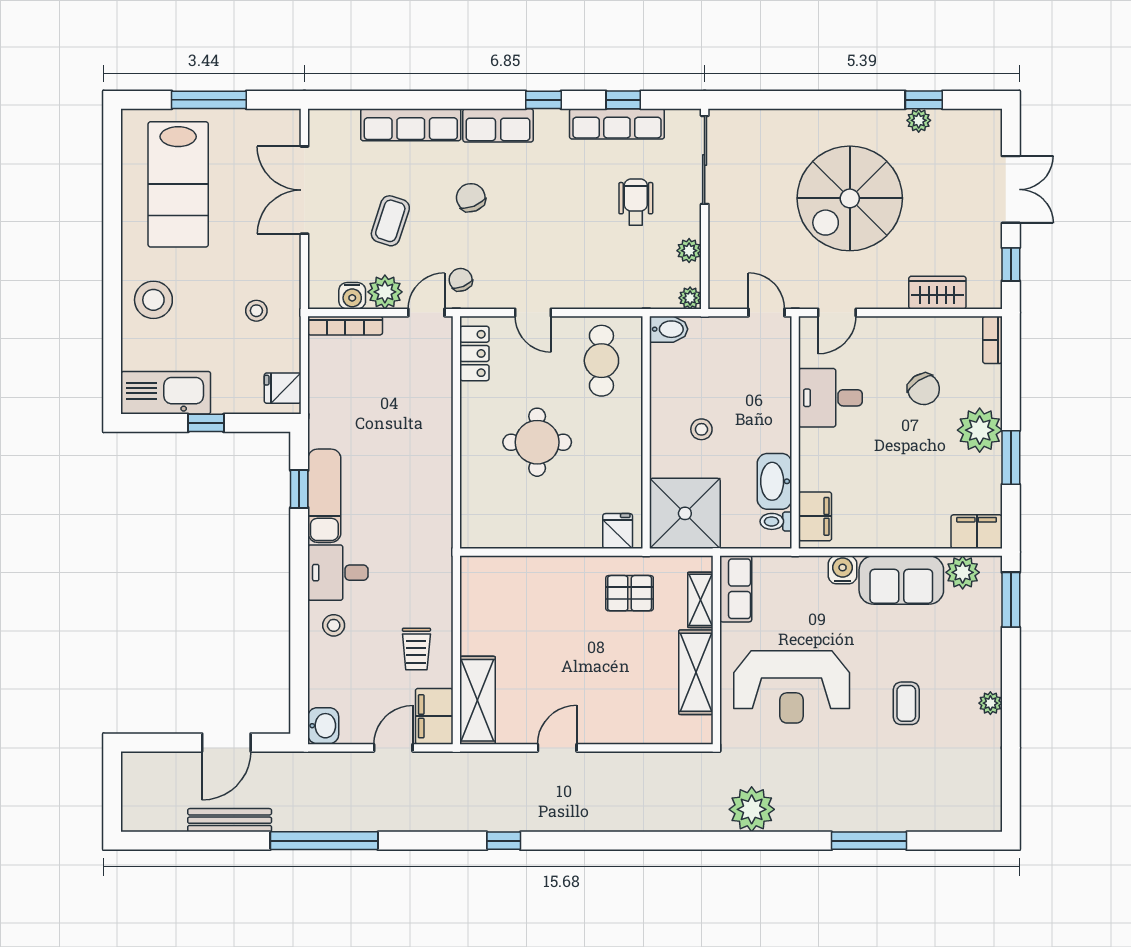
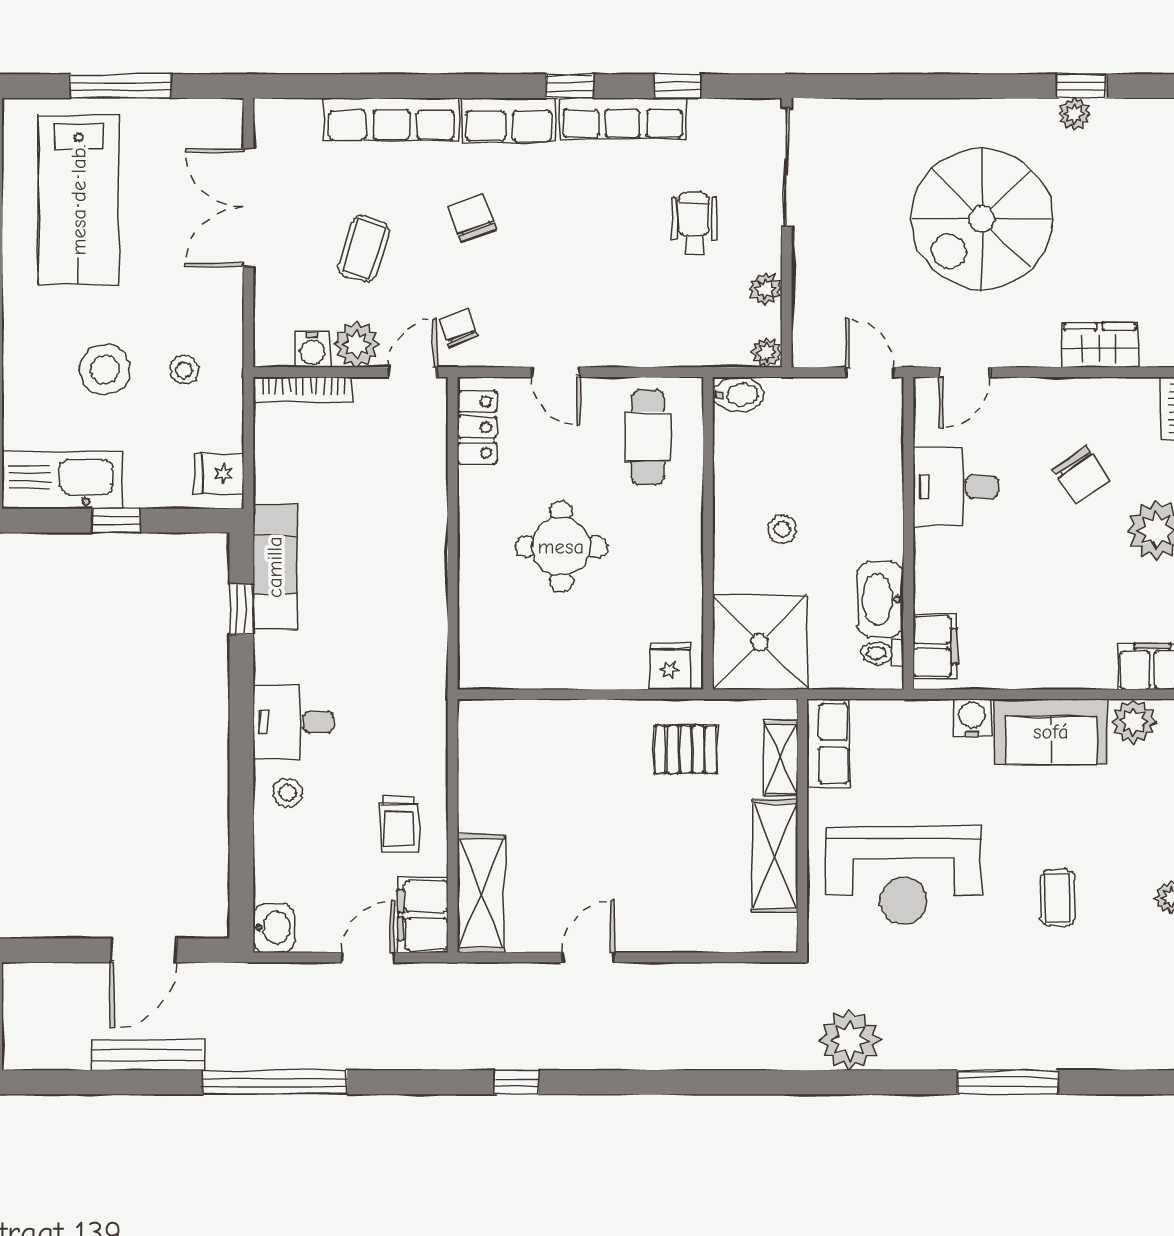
row of seats: (617, 124) -> (623, 119), moved
stool: (153, 300) -> (105, 370), moved
exam couch: (324, 496) -> (275, 567), moved

